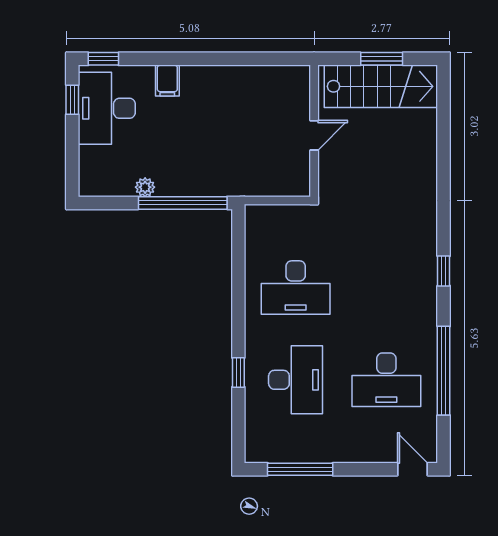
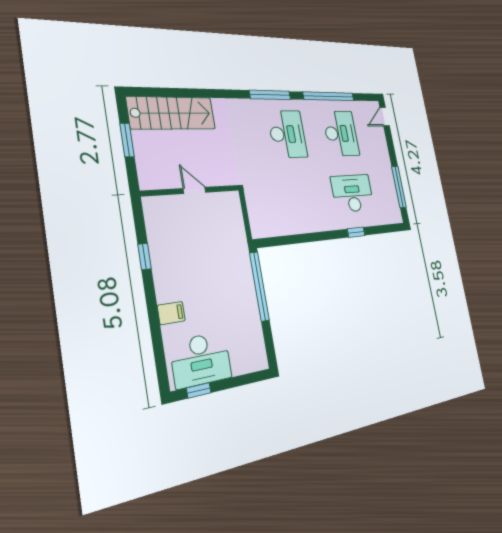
window: (103, 59) -> (145, 257), moved
stairs: (381, 86) -> (172, 113), moved, turned 90
plant: (145, 187) -> (254, 317), removed
window: (444, 271) -> (270, 95), width x2.17
desk: (296, 288) -> (288, 134), moved

